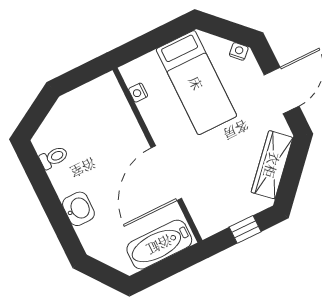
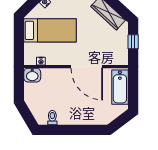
washbasin: (78, 209) -> (32, 75), moved, turned 180

